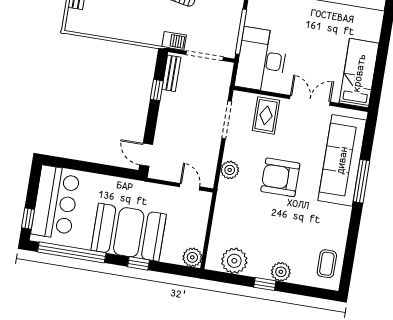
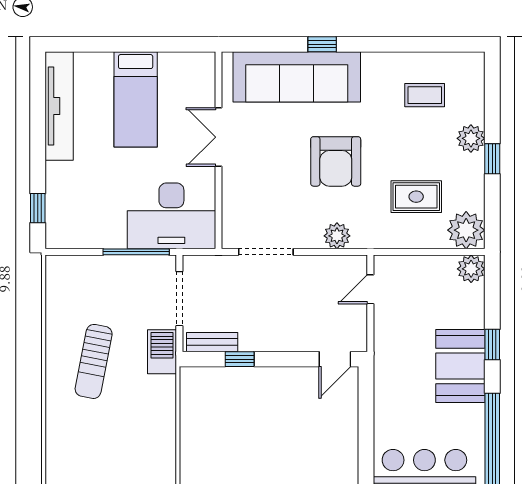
barbecue: (174, 41) -> (162, 352), width x1.38, depth x1.27
bed: (359, 73) -> (136, 99), moved, turned -90
rug: (266, 115) -> (416, 197), moved
window: (361, 181) -> (322, 44), width x0.46
booth: (129, 232) -> (460, 366), width x0.73, depth x0.70
plant: (234, 261) -> (466, 230), moved
coffee table: (327, 264) -> (425, 95), moved

